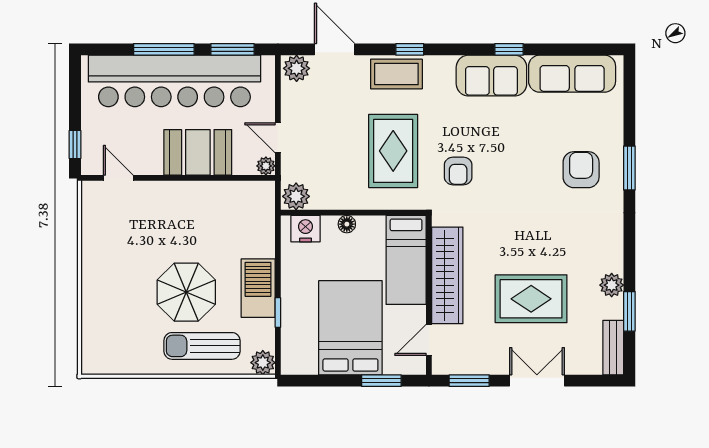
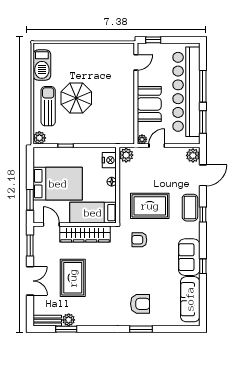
plant: (612, 285) -> (69, 320), moved
barbecue: (258, 288) -> (42, 65), moved, turned 90

